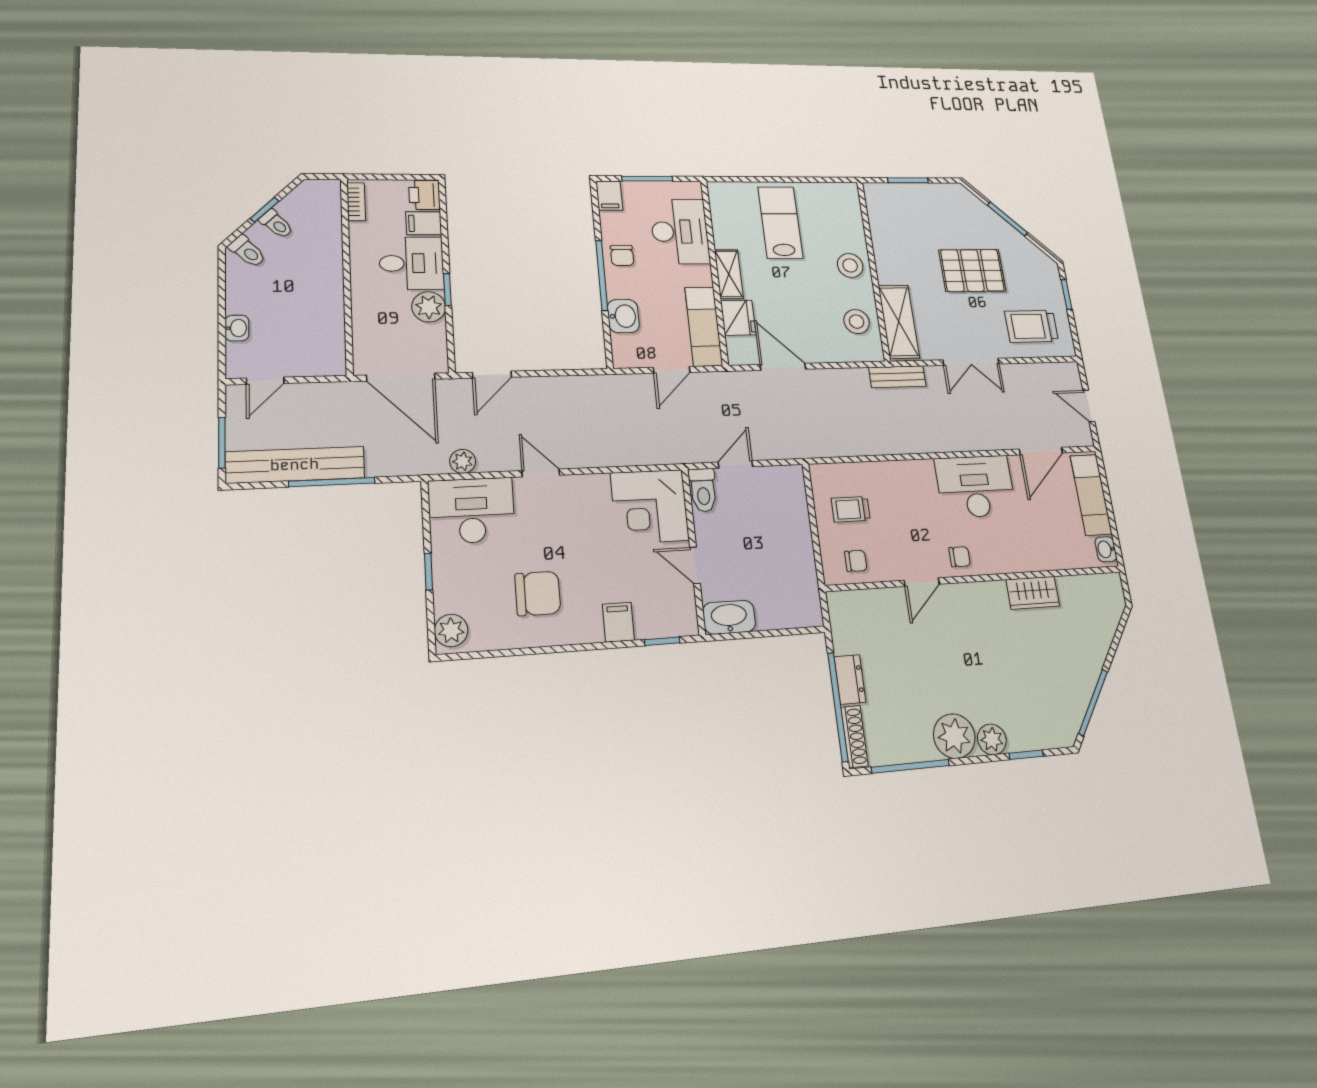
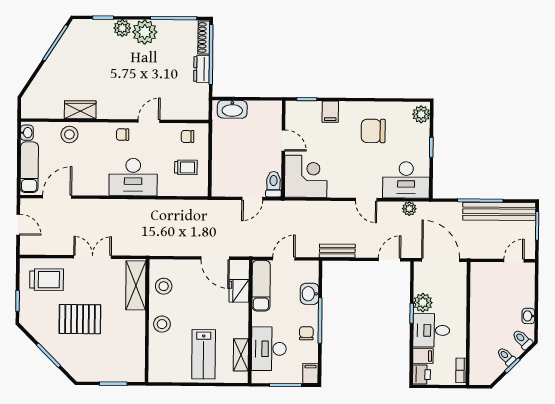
shelving: (729, 274) -> (241, 355), moved
washbasin: (237, 328) -> (528, 316), moved
bench: (897, 377) -> (337, 251), moved
desk: (975, 487) -> (133, 177), moved
stool: (1041, 551) -> (69, 134), added
washbasin: (729, 617) -> (232, 109), moved

